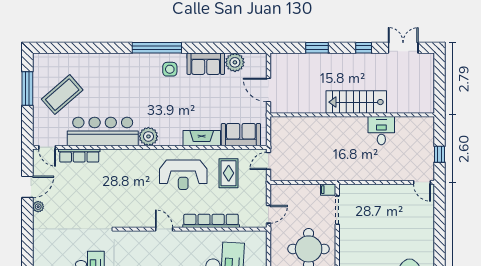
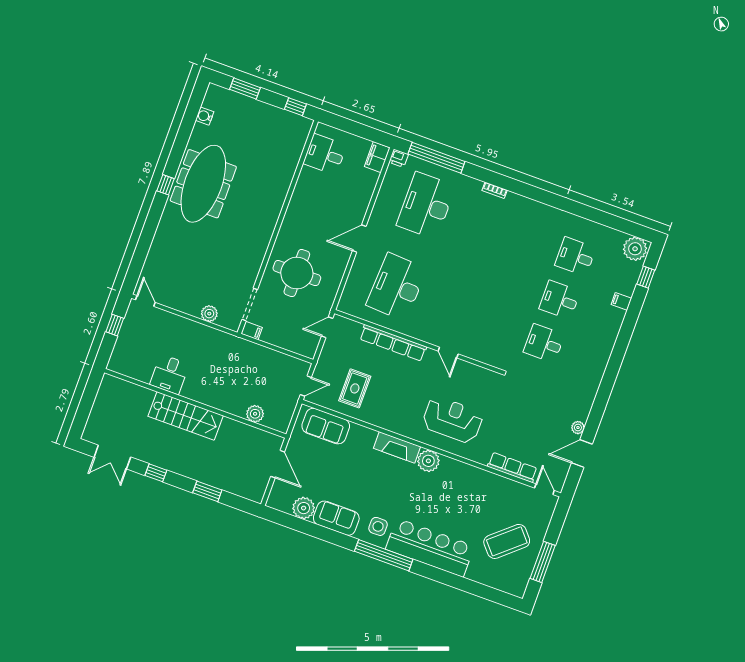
plant: (301, 124) -> (255, 414), added
bar counter: (103, 131) -> (430, 548), moved, turned 180
fireplace: (202, 138) -> (397, 447), moved
reception desk: (183, 175) -> (453, 420), moved
plant: (367, 191) -> (209, 314), added

